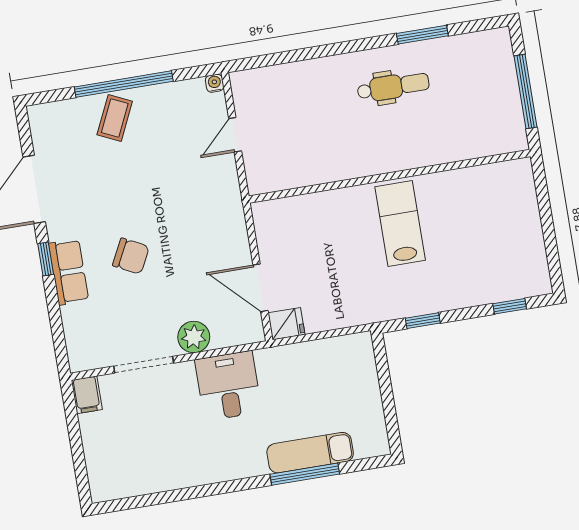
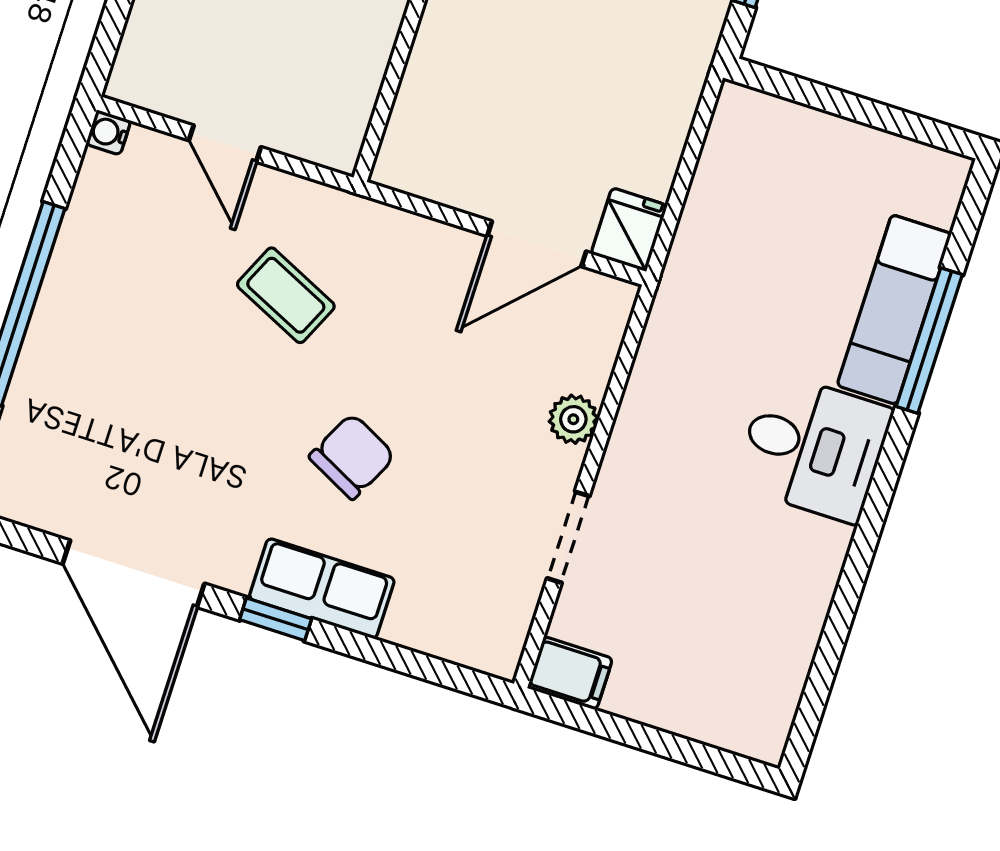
coffee table: (115, 118) -> (286, 295), moved
plant: (194, 337) -> (573, 419), width x0.73, depth x0.73
doorway: (144, 365) -> (568, 537), width x0.73
desk: (228, 386) -> (813, 447), moved, turned 180

